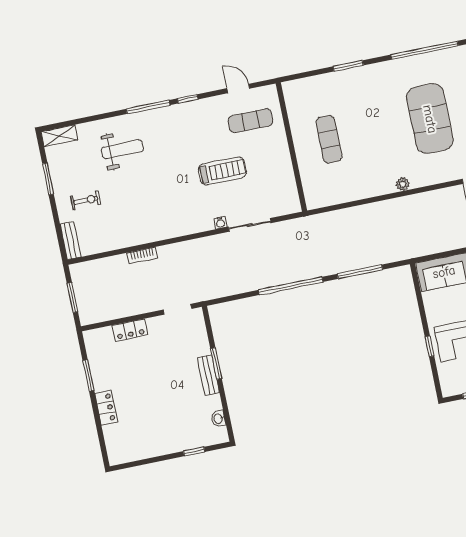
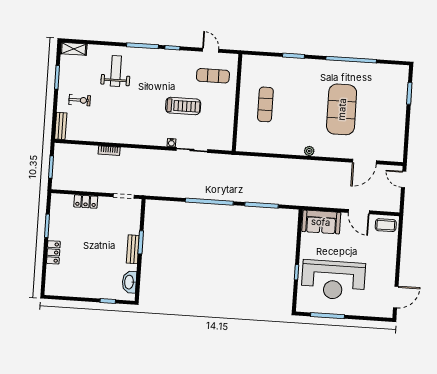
weight bench: (122, 149) -> (116, 71), turned -90
washbasin: (218, 419) -> (129, 282), width x1.91, depth x1.45

